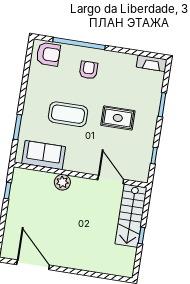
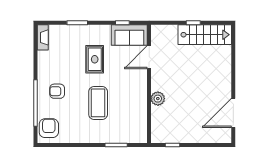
sofa: (44, 155) -> (129, 35), moved, turned -90
stairs: (131, 216) -> (205, 35), moved

